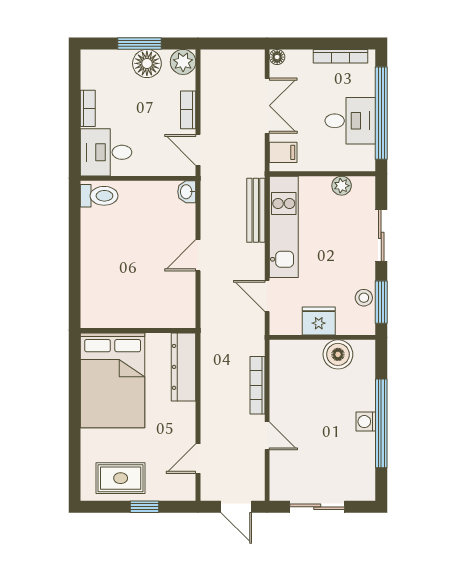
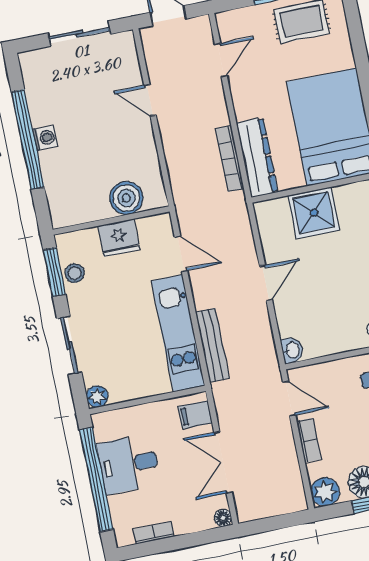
bookcase: (340, 56) -> (154, 533), width x0.64
plant: (342, 186) -> (97, 396), moved
shower: (144, 308) -> (314, 213), added
boiler: (338, 354) -> (126, 198), moved
bookcase: (257, 385) -> (230, 159), moved, turned 180

